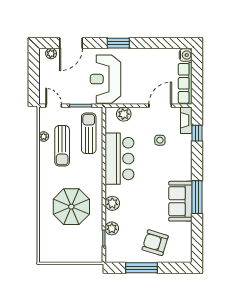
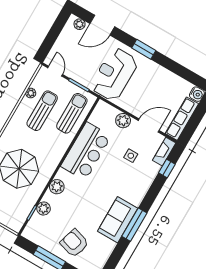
plant: (124, 114) -> (123, 121), moved
sun lounger: (62, 146) -> (42, 111), turned 180

